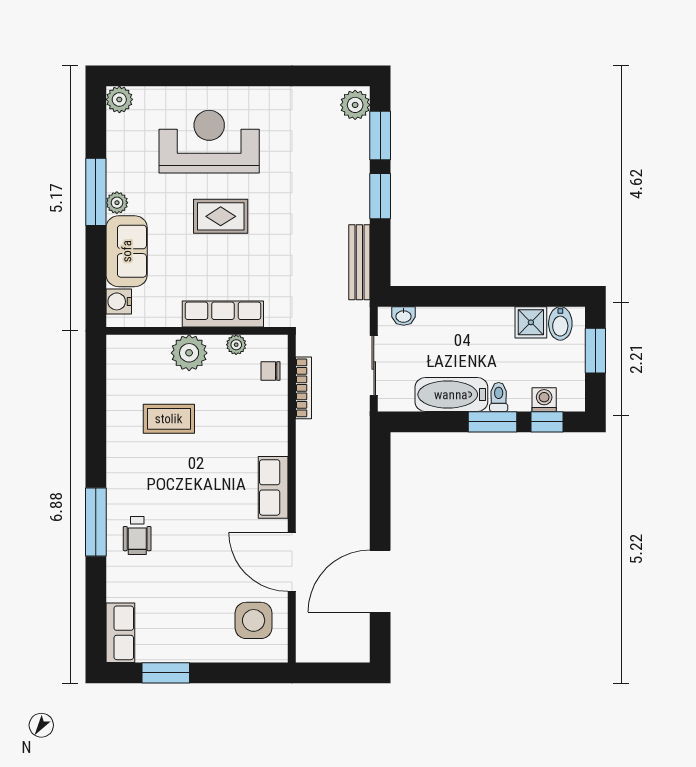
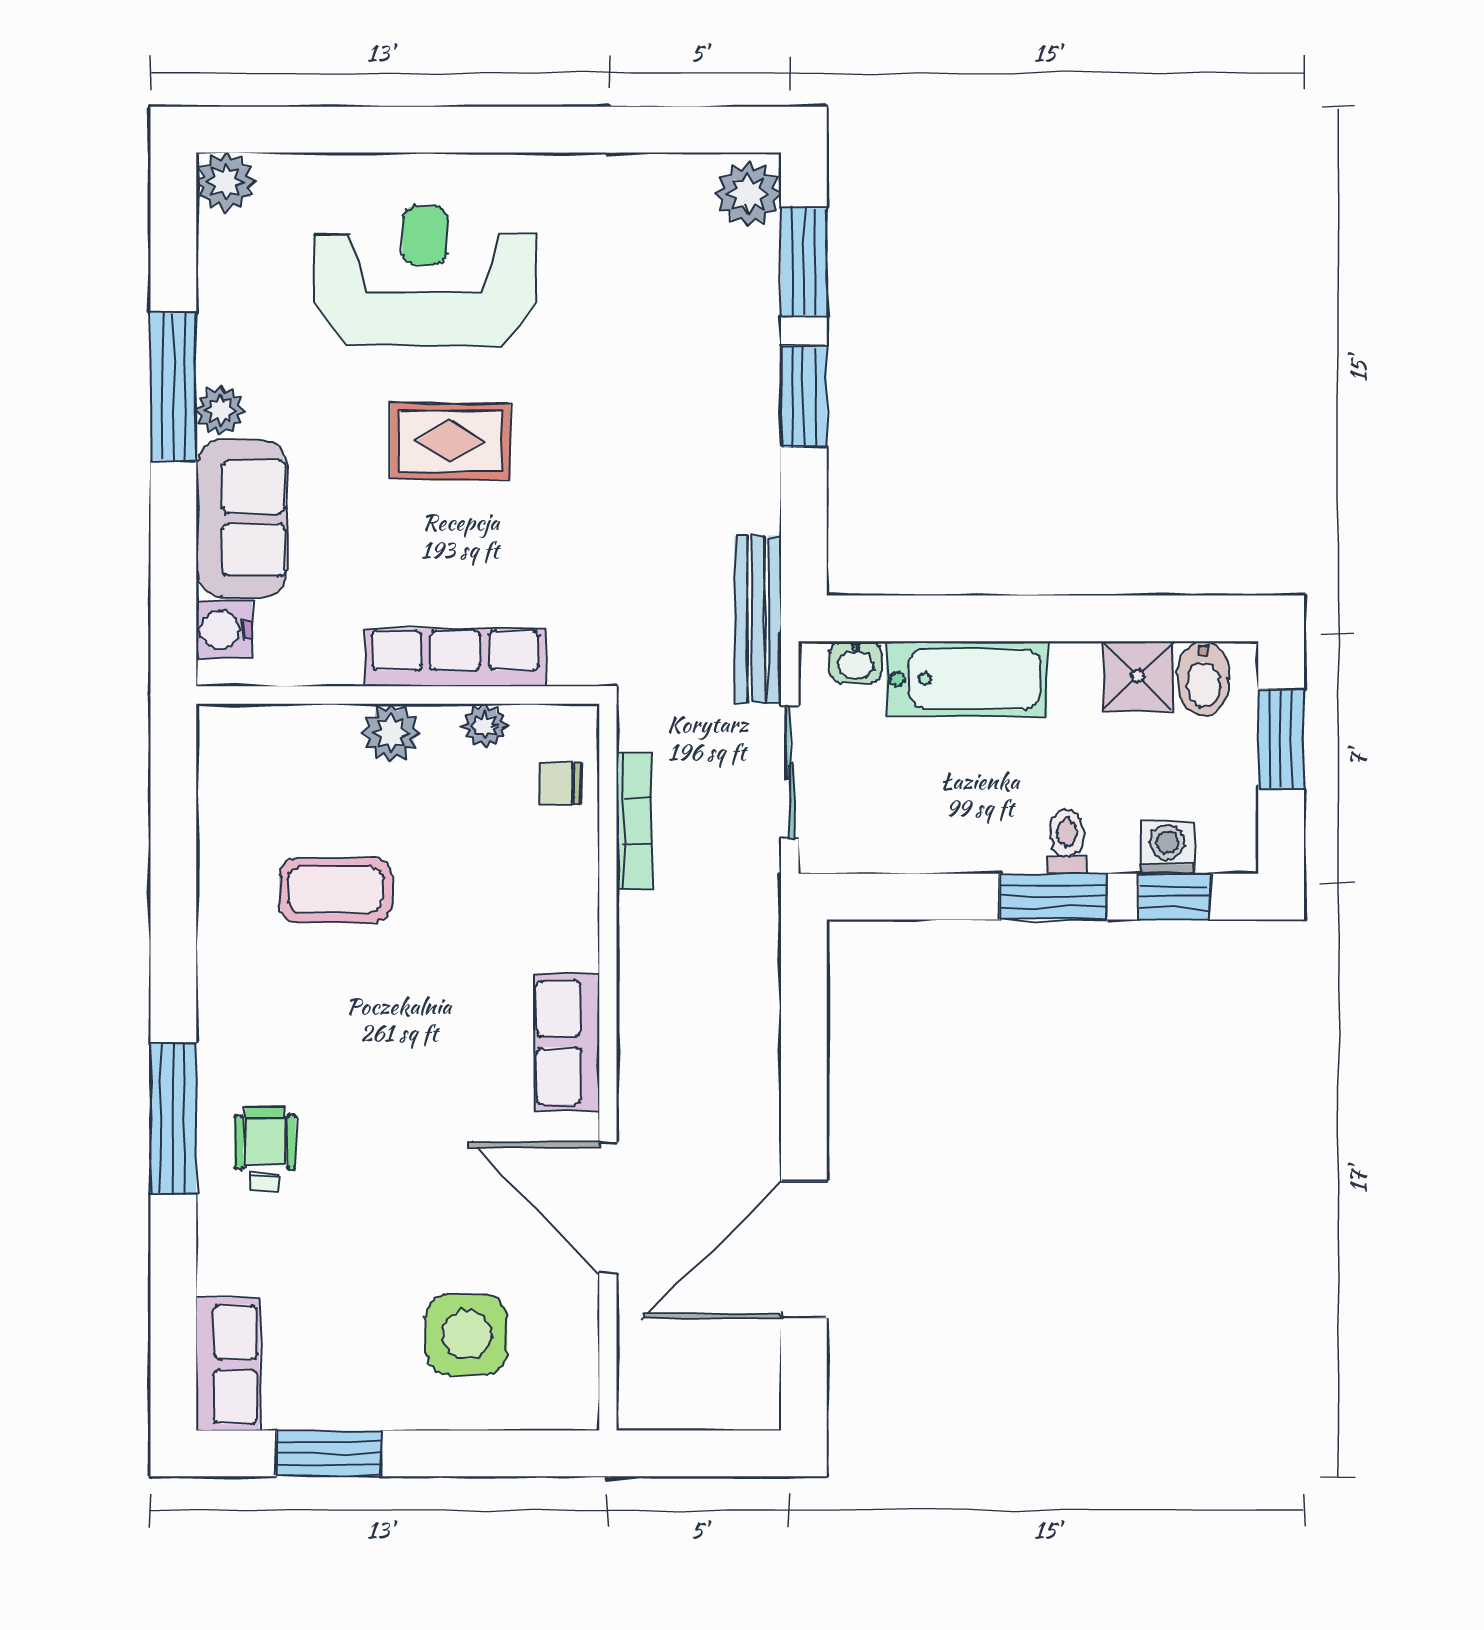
bench: (359, 262) -> (758, 619), moved
plant: (189, 353) -> (391, 733), width x0.73, depth x0.73
bathtub: (451, 395) -> (967, 679), moved, turned 180
wheelchair: (137, 536) -> (265, 1149), turned 180
side table: (254, 620) -> (467, 1335), moved

